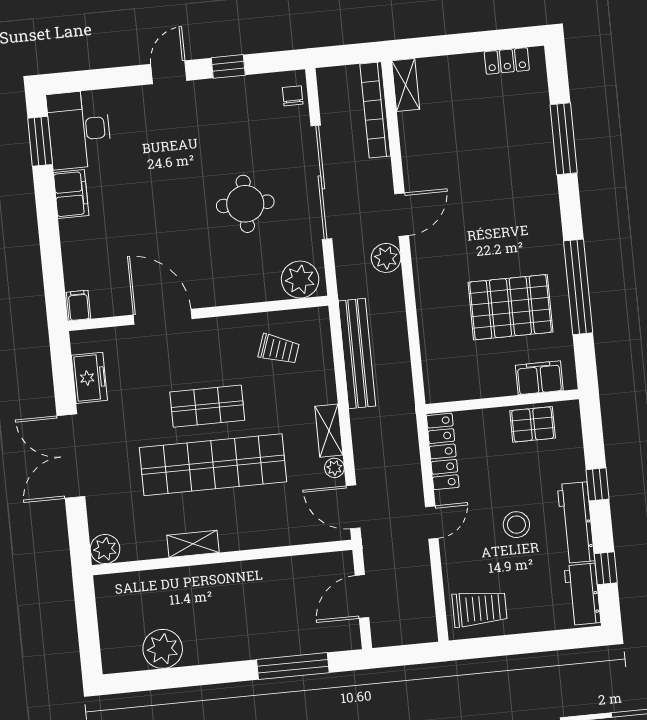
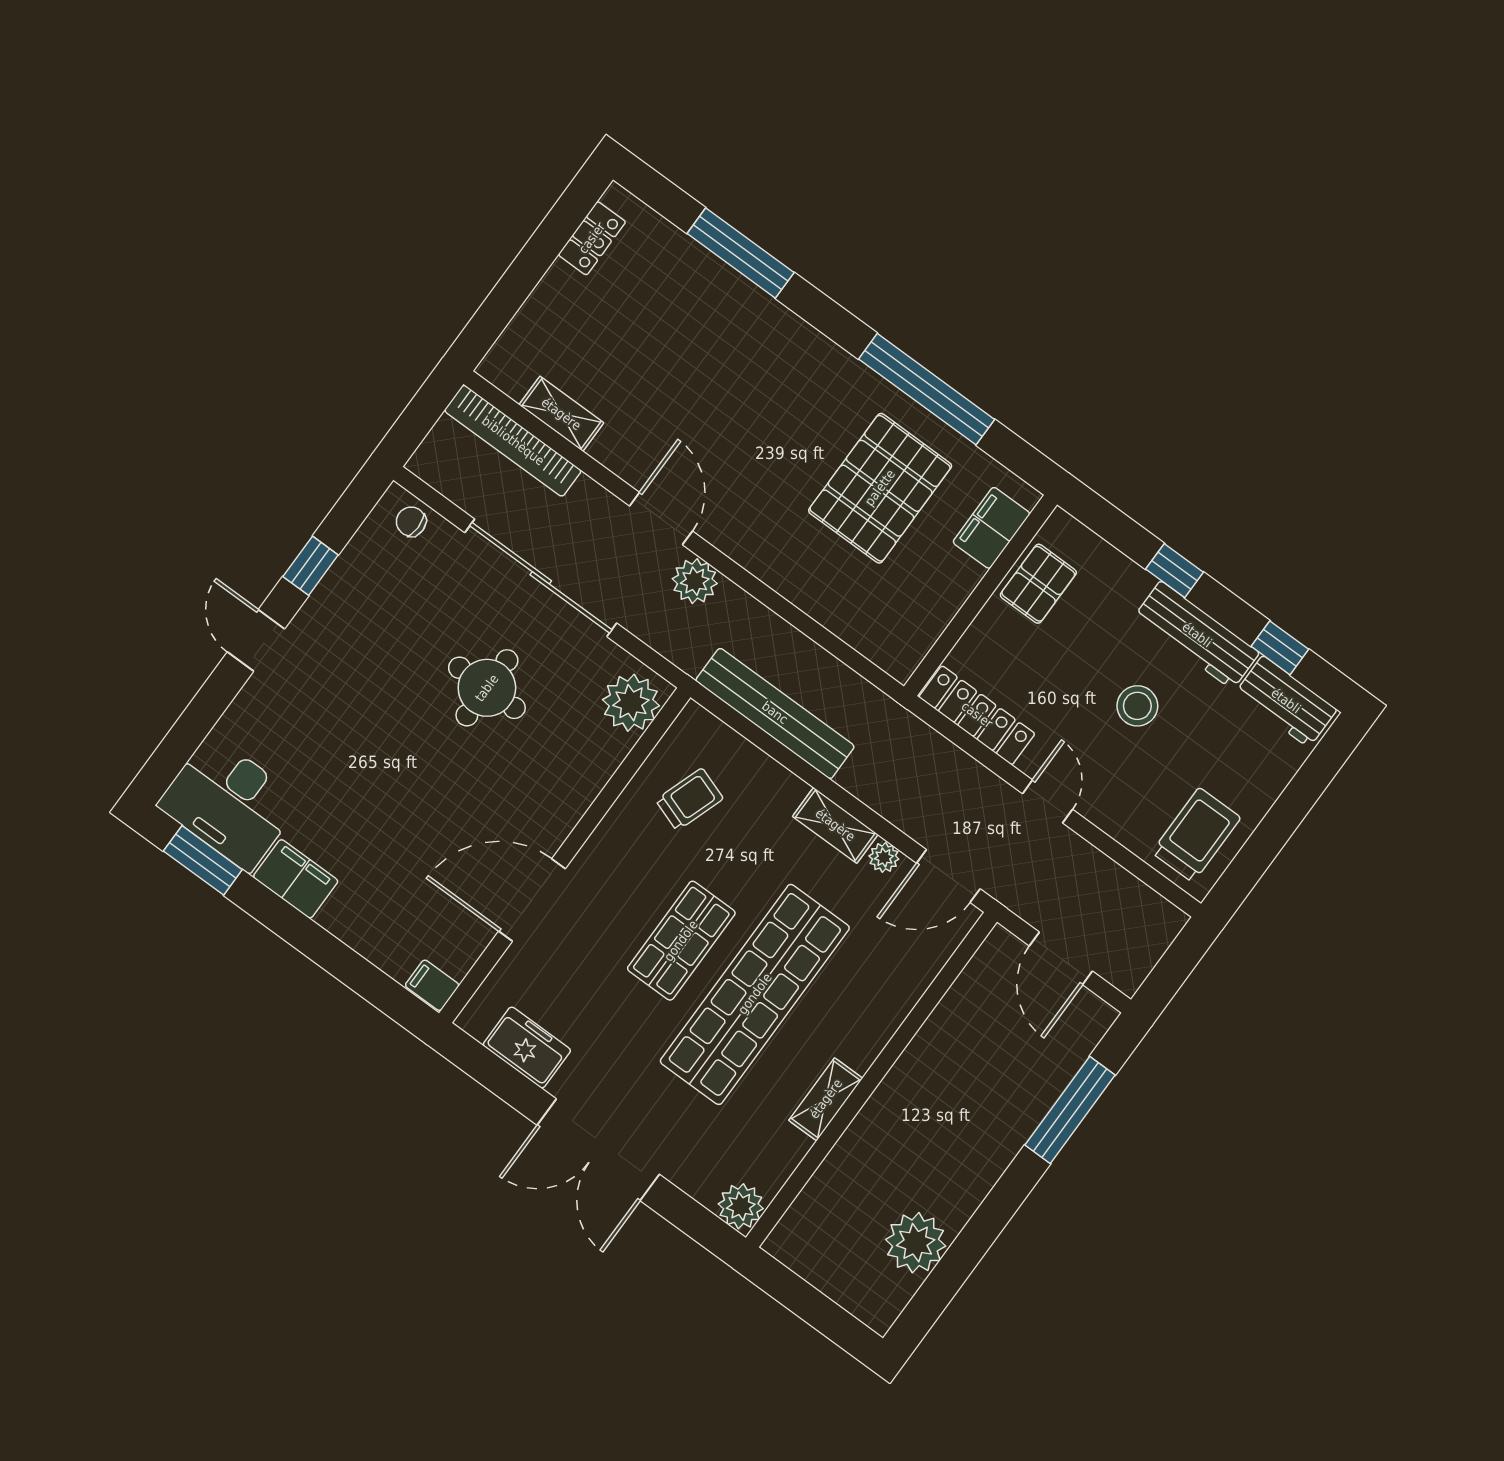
shelving: (406, 85) -> (561, 414), moved

